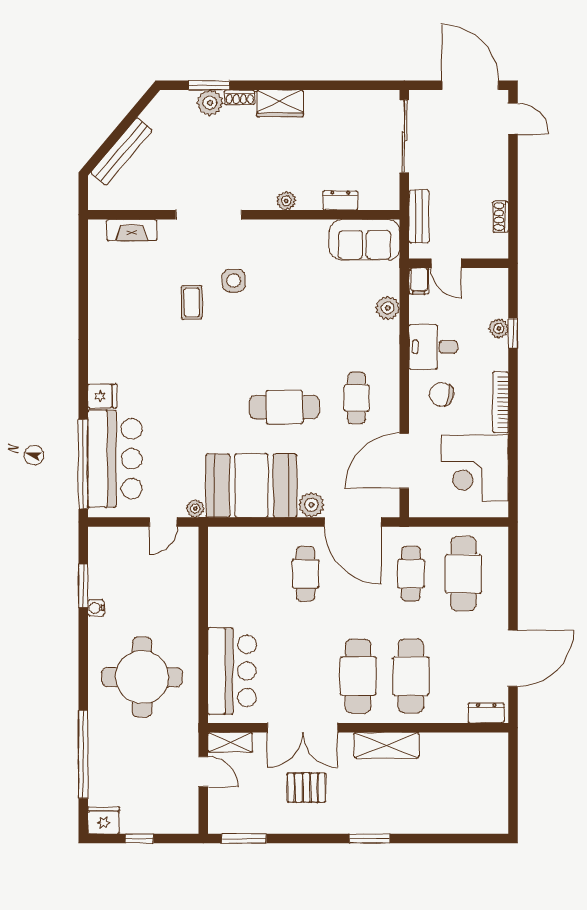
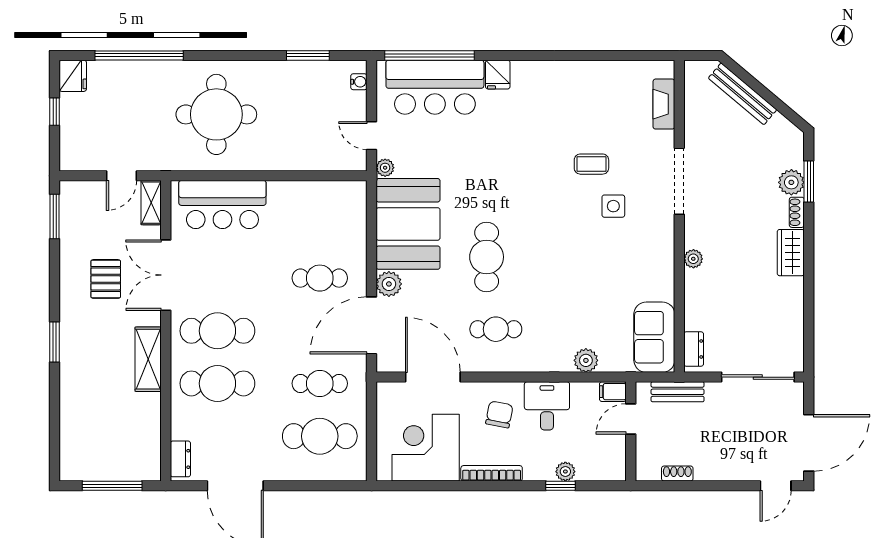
dresser: (340, 200) -> (694, 349), moved
water cooler: (96, 608) -> (359, 82), moved, turned 90
window: (513, 781) -> (112, 486), added

